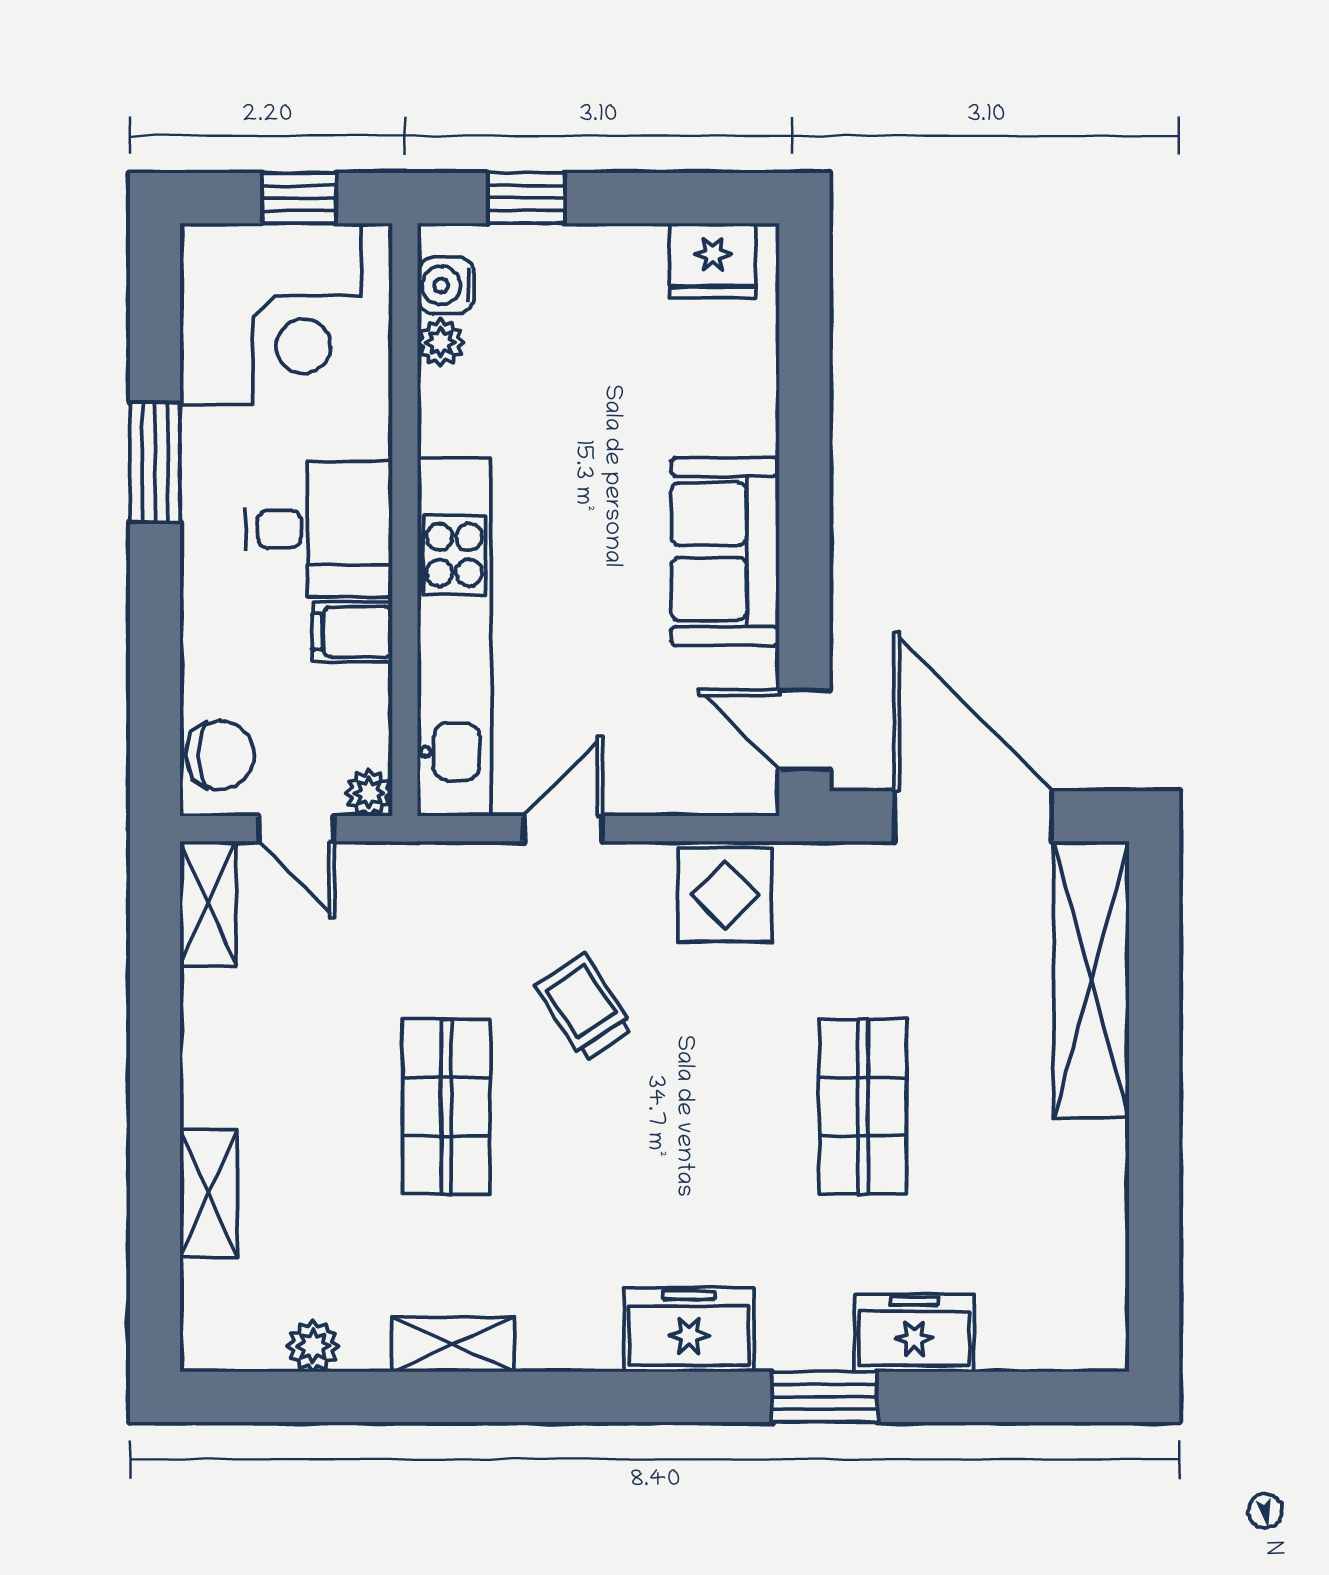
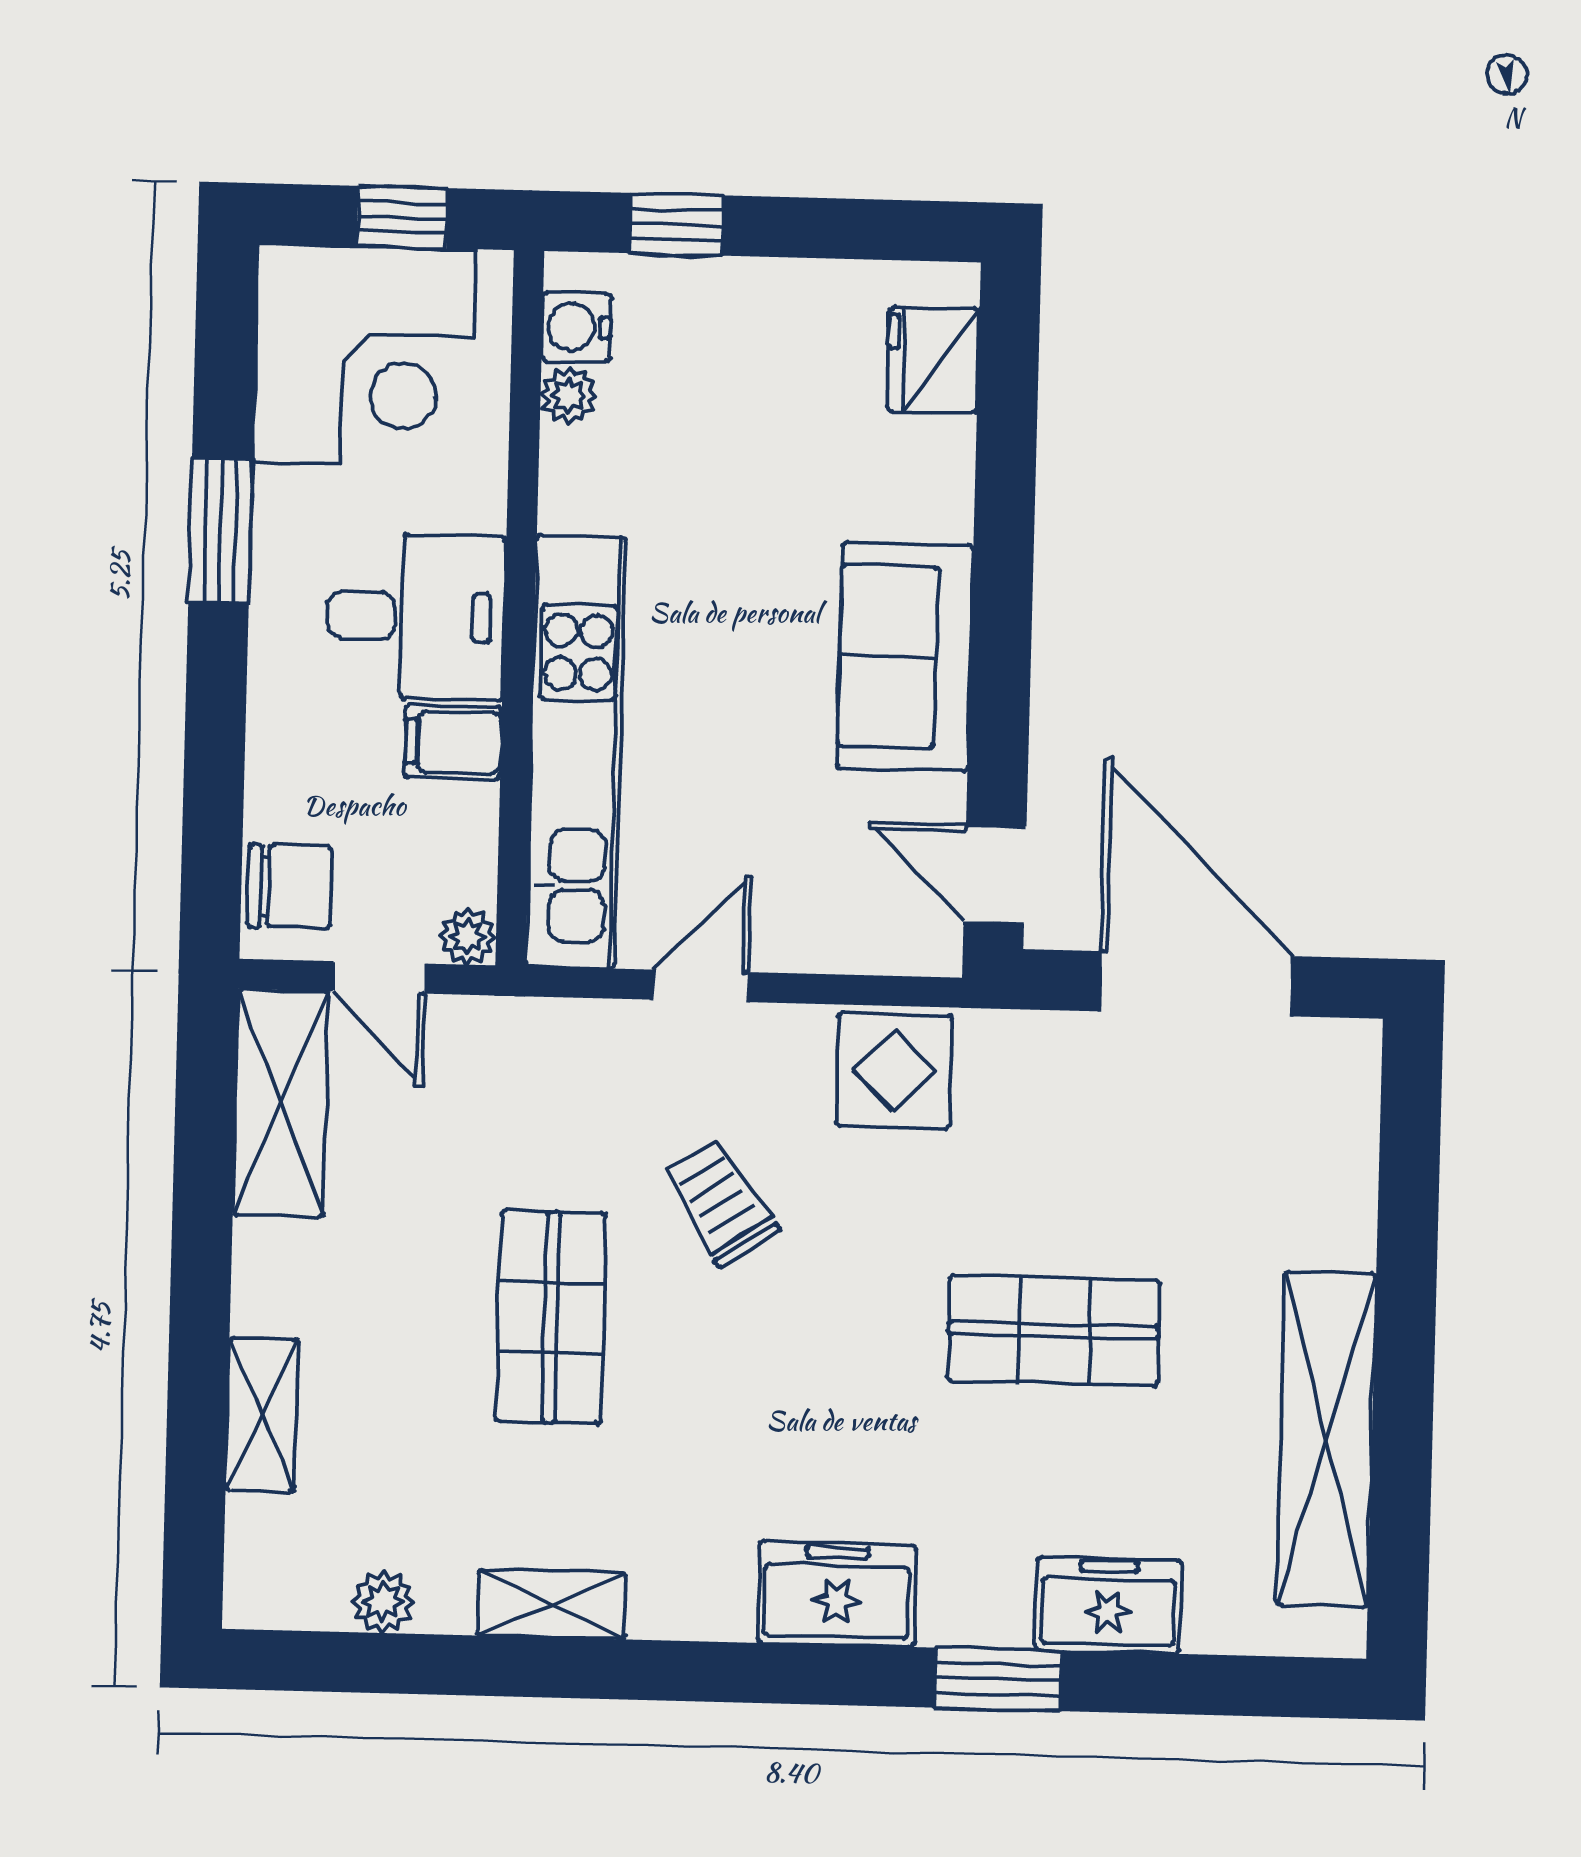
fridge: (713, 260) -> (933, 360), moved, turned 90
shelving: (208, 904) -> (281, 1103), width x1.50, depth x1.33
shelving: (1091, 980) -> (1326, 1440), moved
shop shelf: (863, 1107) -> (1054, 1330), turned 90

